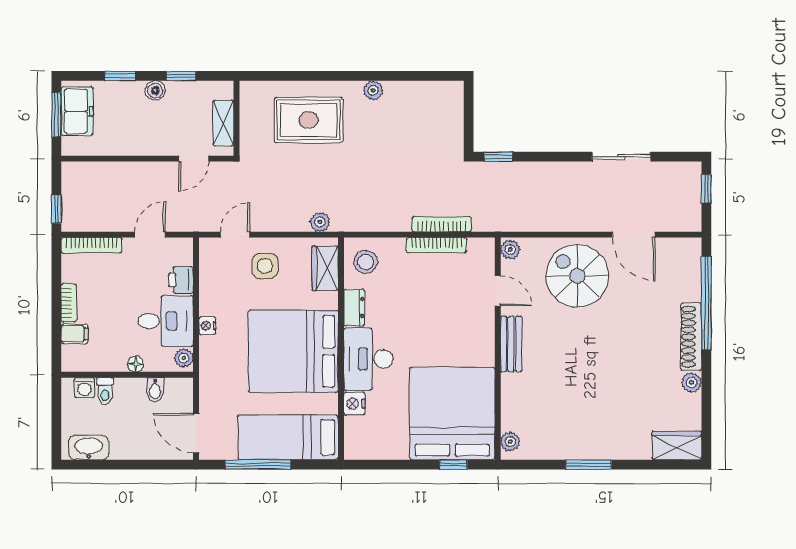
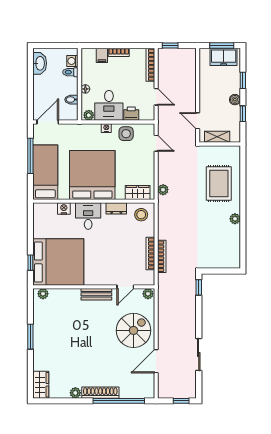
side table: (265, 266) -> (126, 134), moved
desk: (368, 359) -> (88, 216), width x0.73

